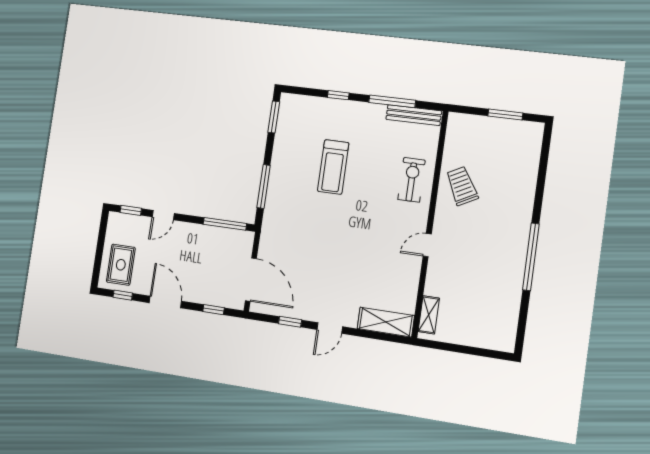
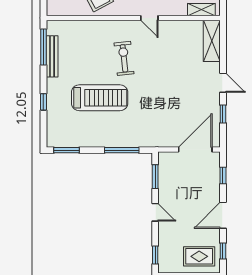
window: (392, 101) -> (43, 47), moved
bench: (414, 115) -> (52, 56), moved
treadmill: (333, 167) -> (100, 98), width x1.37, depth x1.38
exercise bike: (412, 180) -> (124, 58), moved, turned 84
door: (163, 215) -> (155, 212), moved
window: (225, 224) -> (155, 177), width x0.69

